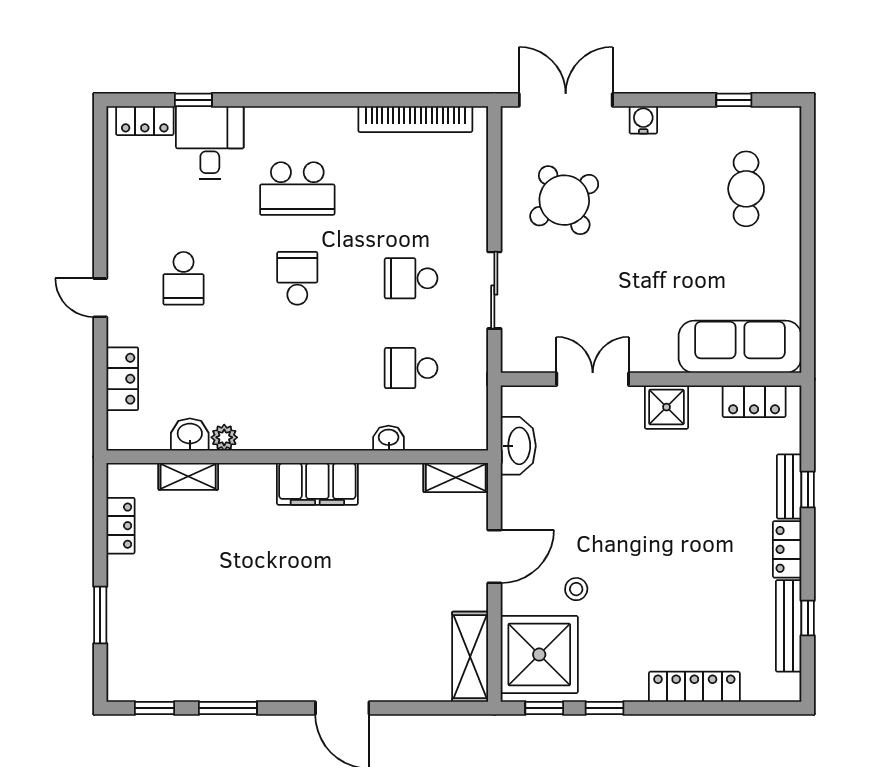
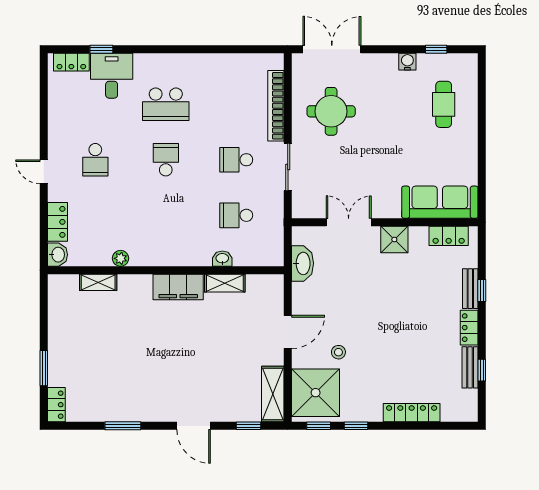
bookcase: (415, 119) -> (276, 106), moved, turned 90
water cooler: (643, 120) -> (407, 62), moved
round table: (564, 200) -> (331, 111), turned 33
washbasin: (190, 434) -> (58, 255), moved, turned 90
shelving: (456, 478) -> (225, 283), moved
locker: (121, 526) -> (56, 405), moved
bench: (789, 626) -> (470, 367), width x0.73
window: (154, 708) -> (248, 426), moved

